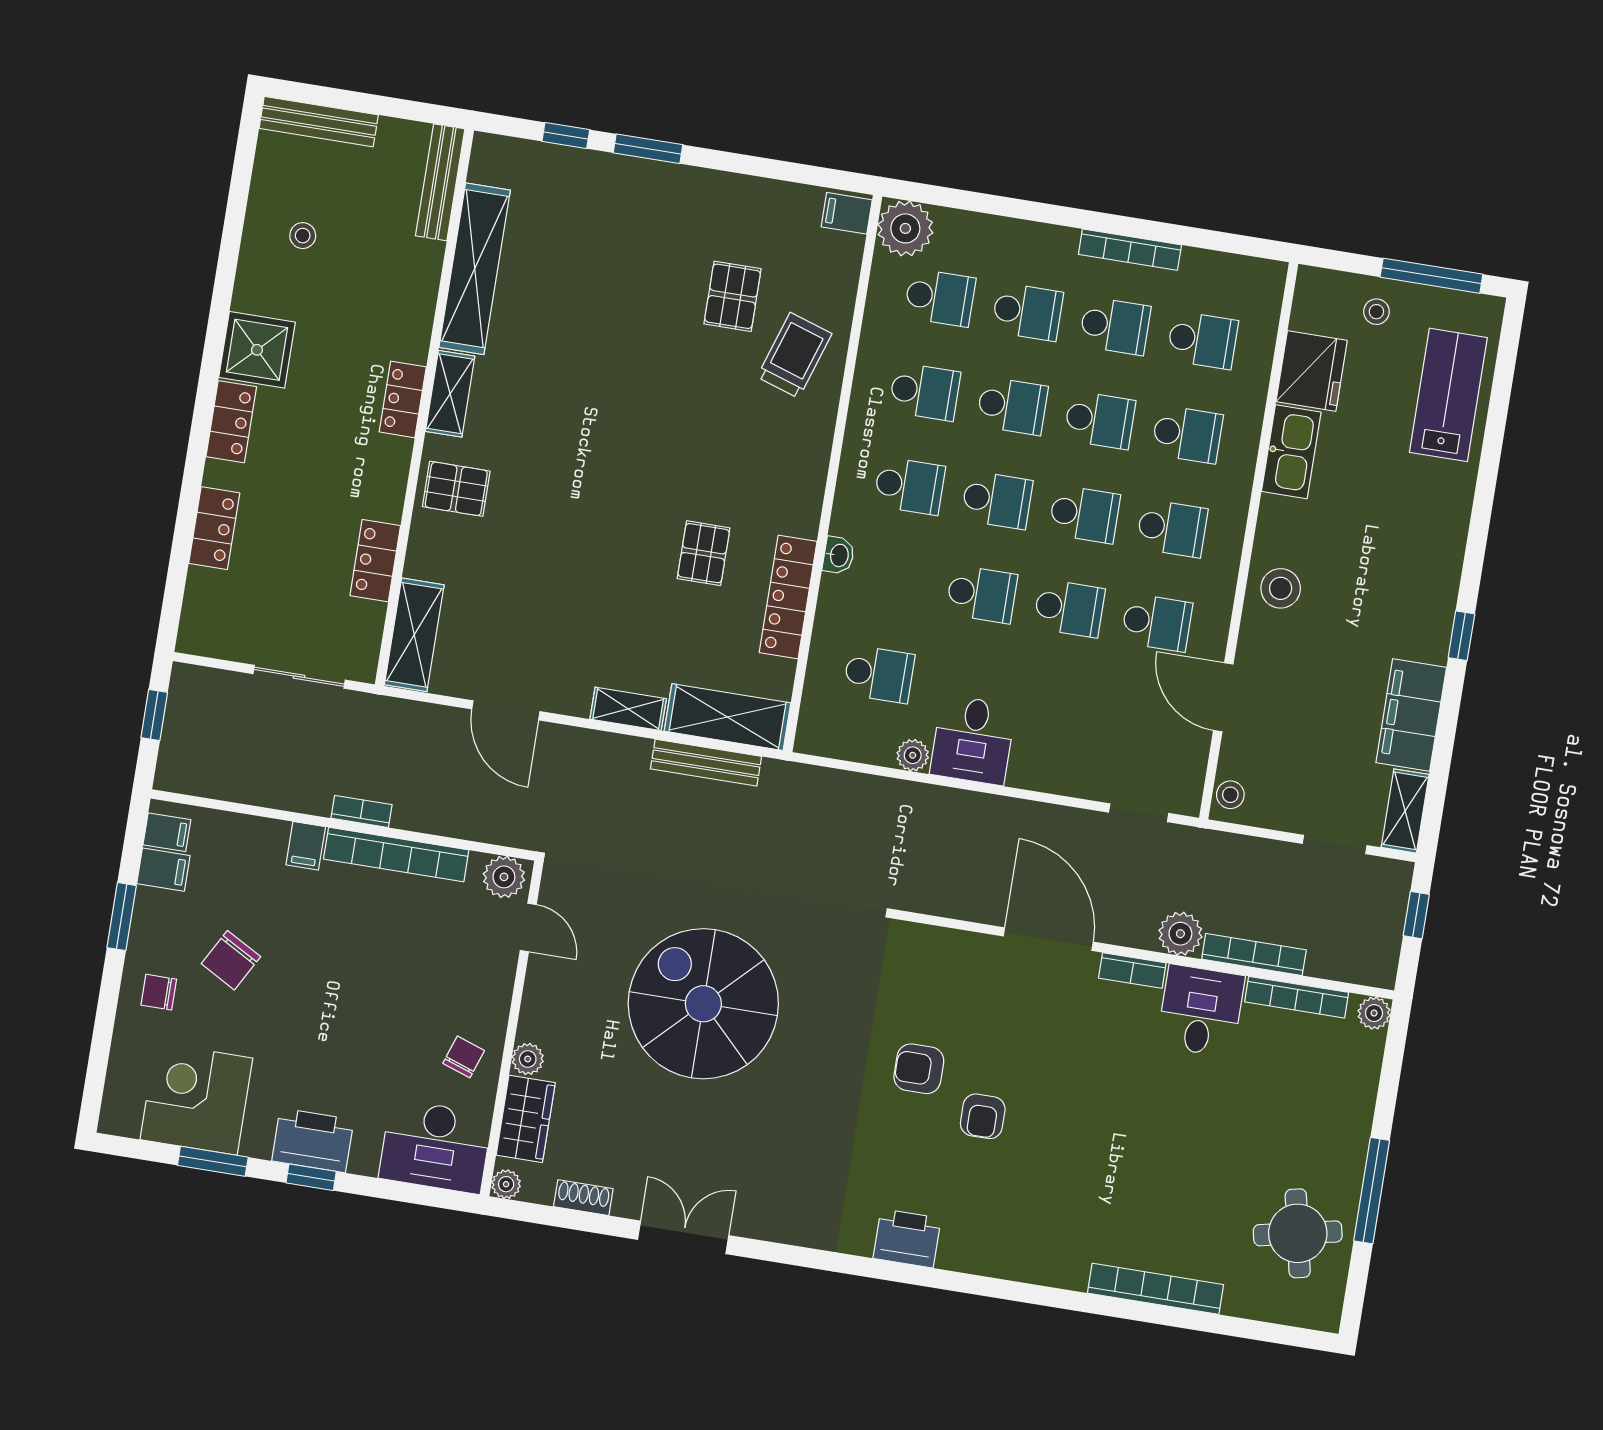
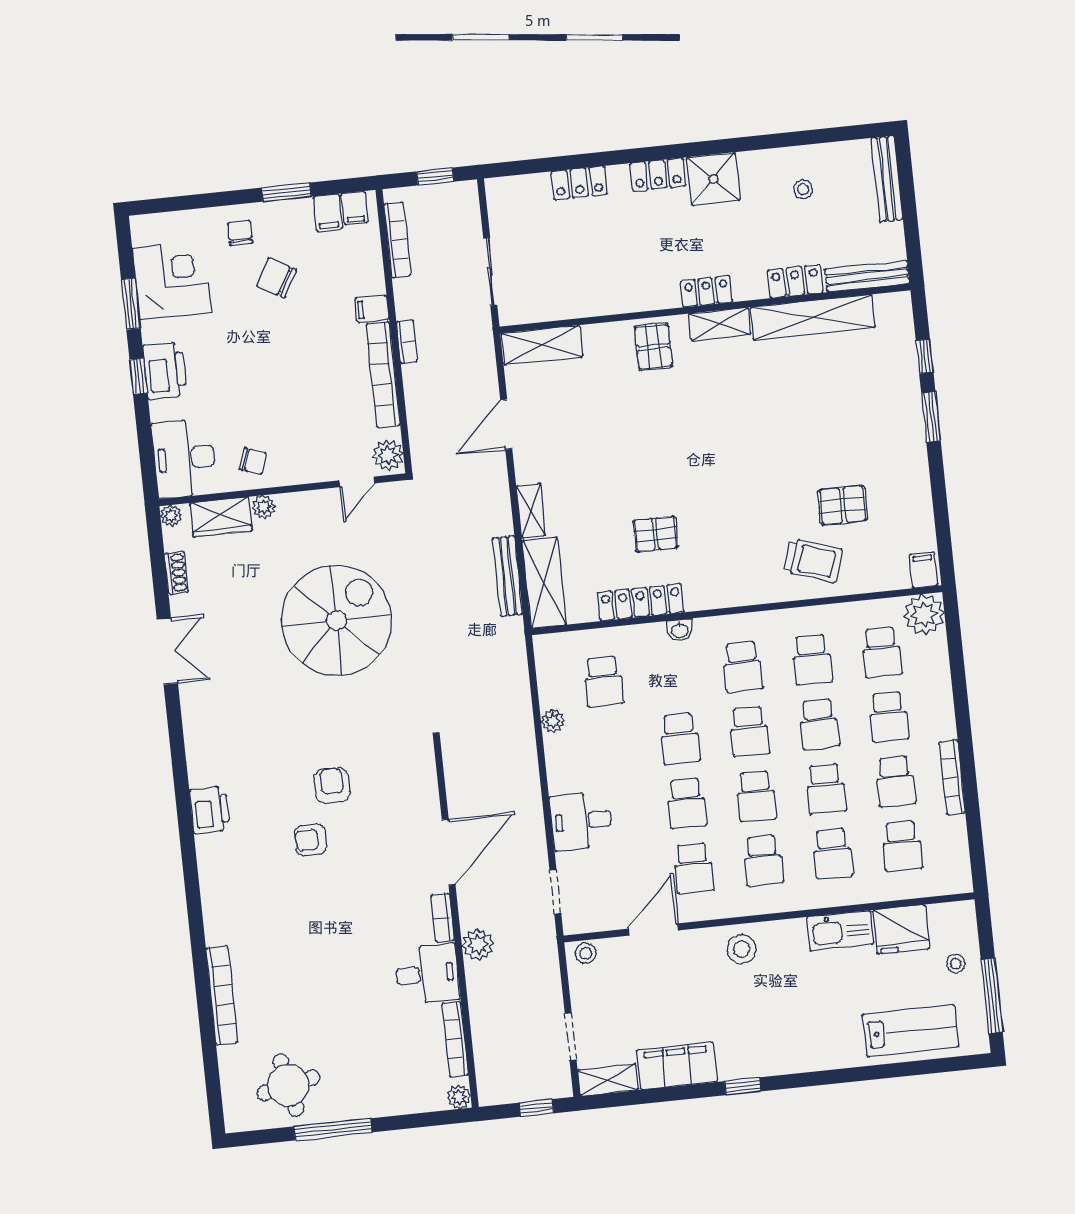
locker: (375, 561) -> (795, 281), moved
desk: (973, 740) -> (581, 821), moved
bookcase: (1254, 954) -> (397, 240), moved

